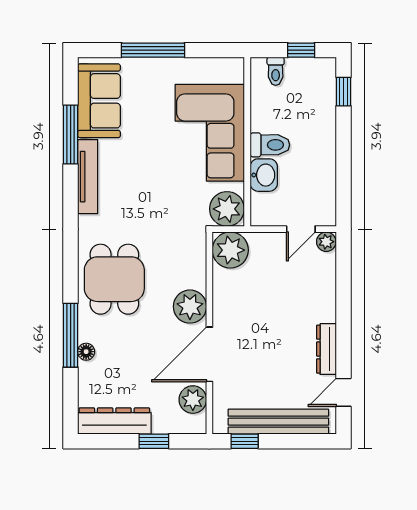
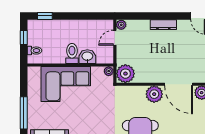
plant: (227, 209) -> (109, 71), width x0.53, depth x0.53
door: (301, 229) -> (115, 38), swing flipped
dresser: (327, 349) -> (163, 25), moved

